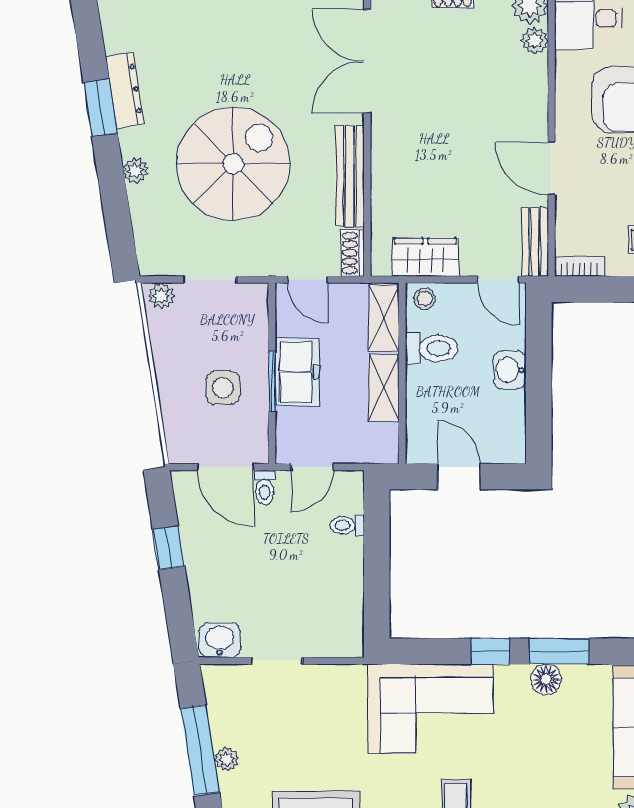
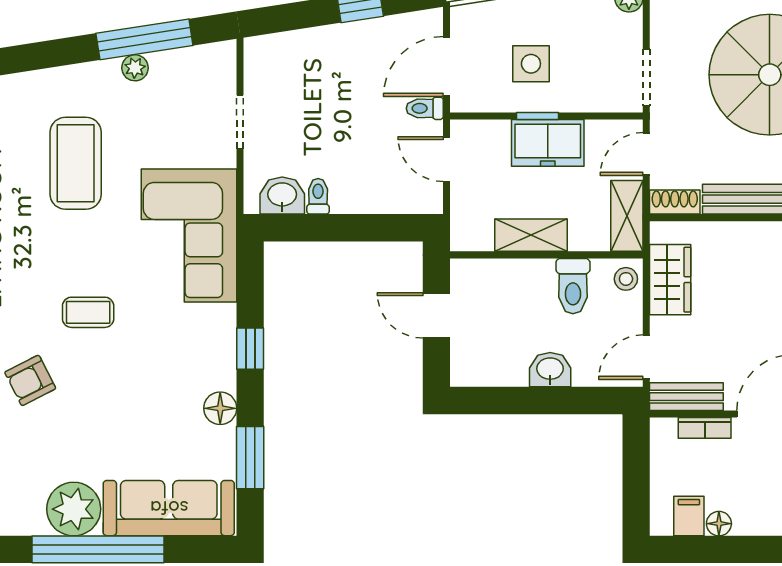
bookcase: (579, 267) -> (705, 428), moved, turned 90
doorway: (210, 280) -> (646, 77), moved
shelving: (384, 318) -> (627, 216), moved, turned 90
window: (272, 382) -> (537, 116), width x0.67
door: (459, 476) -> (436, 315), swing flipped
toilet: (347, 525) -> (318, 196), moved
washbasin: (220, 640) -> (282, 196), moved, turned -90
window: (559, 651) -> (250, 458), moved
corner sofa: (430, 709) -> (189, 236), moved

